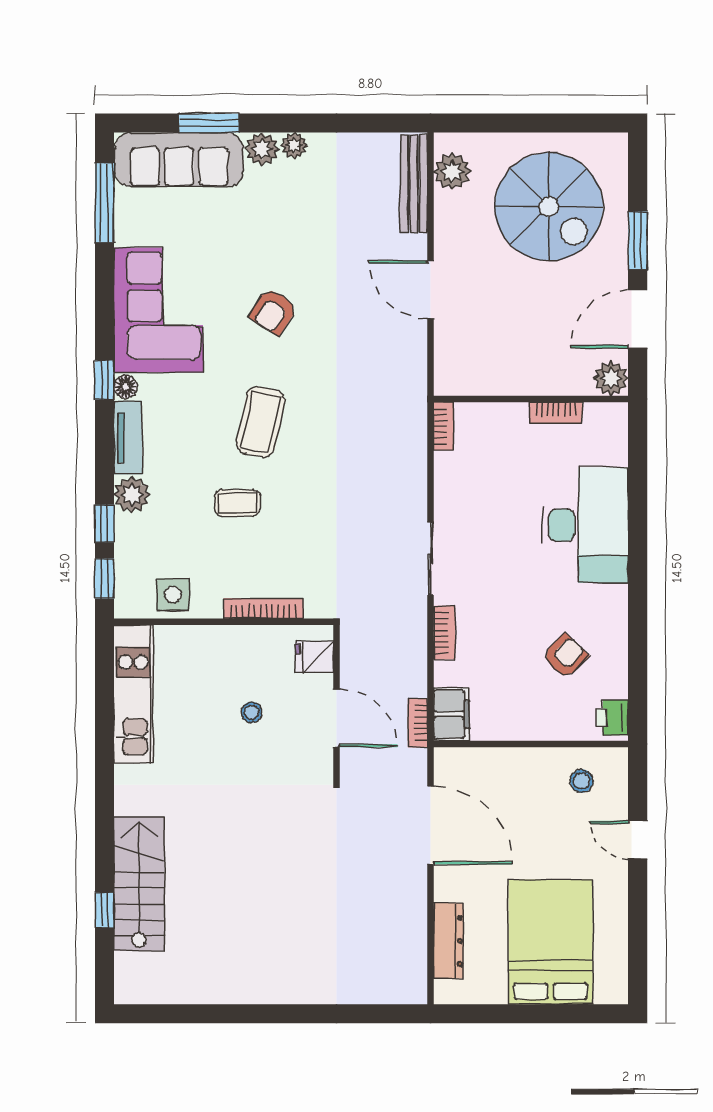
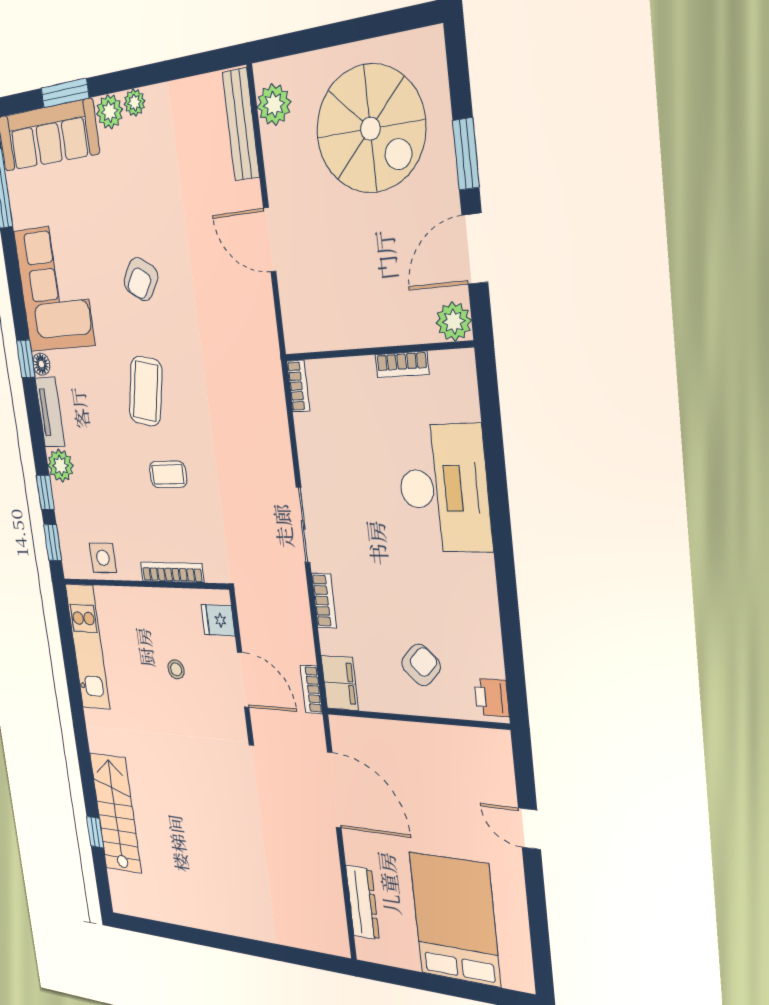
coffee table: (237, 503) -> (168, 474), moved
armchair: (565, 656) -> (421, 665), moved
stool: (582, 781) -> (468, 761), removed

